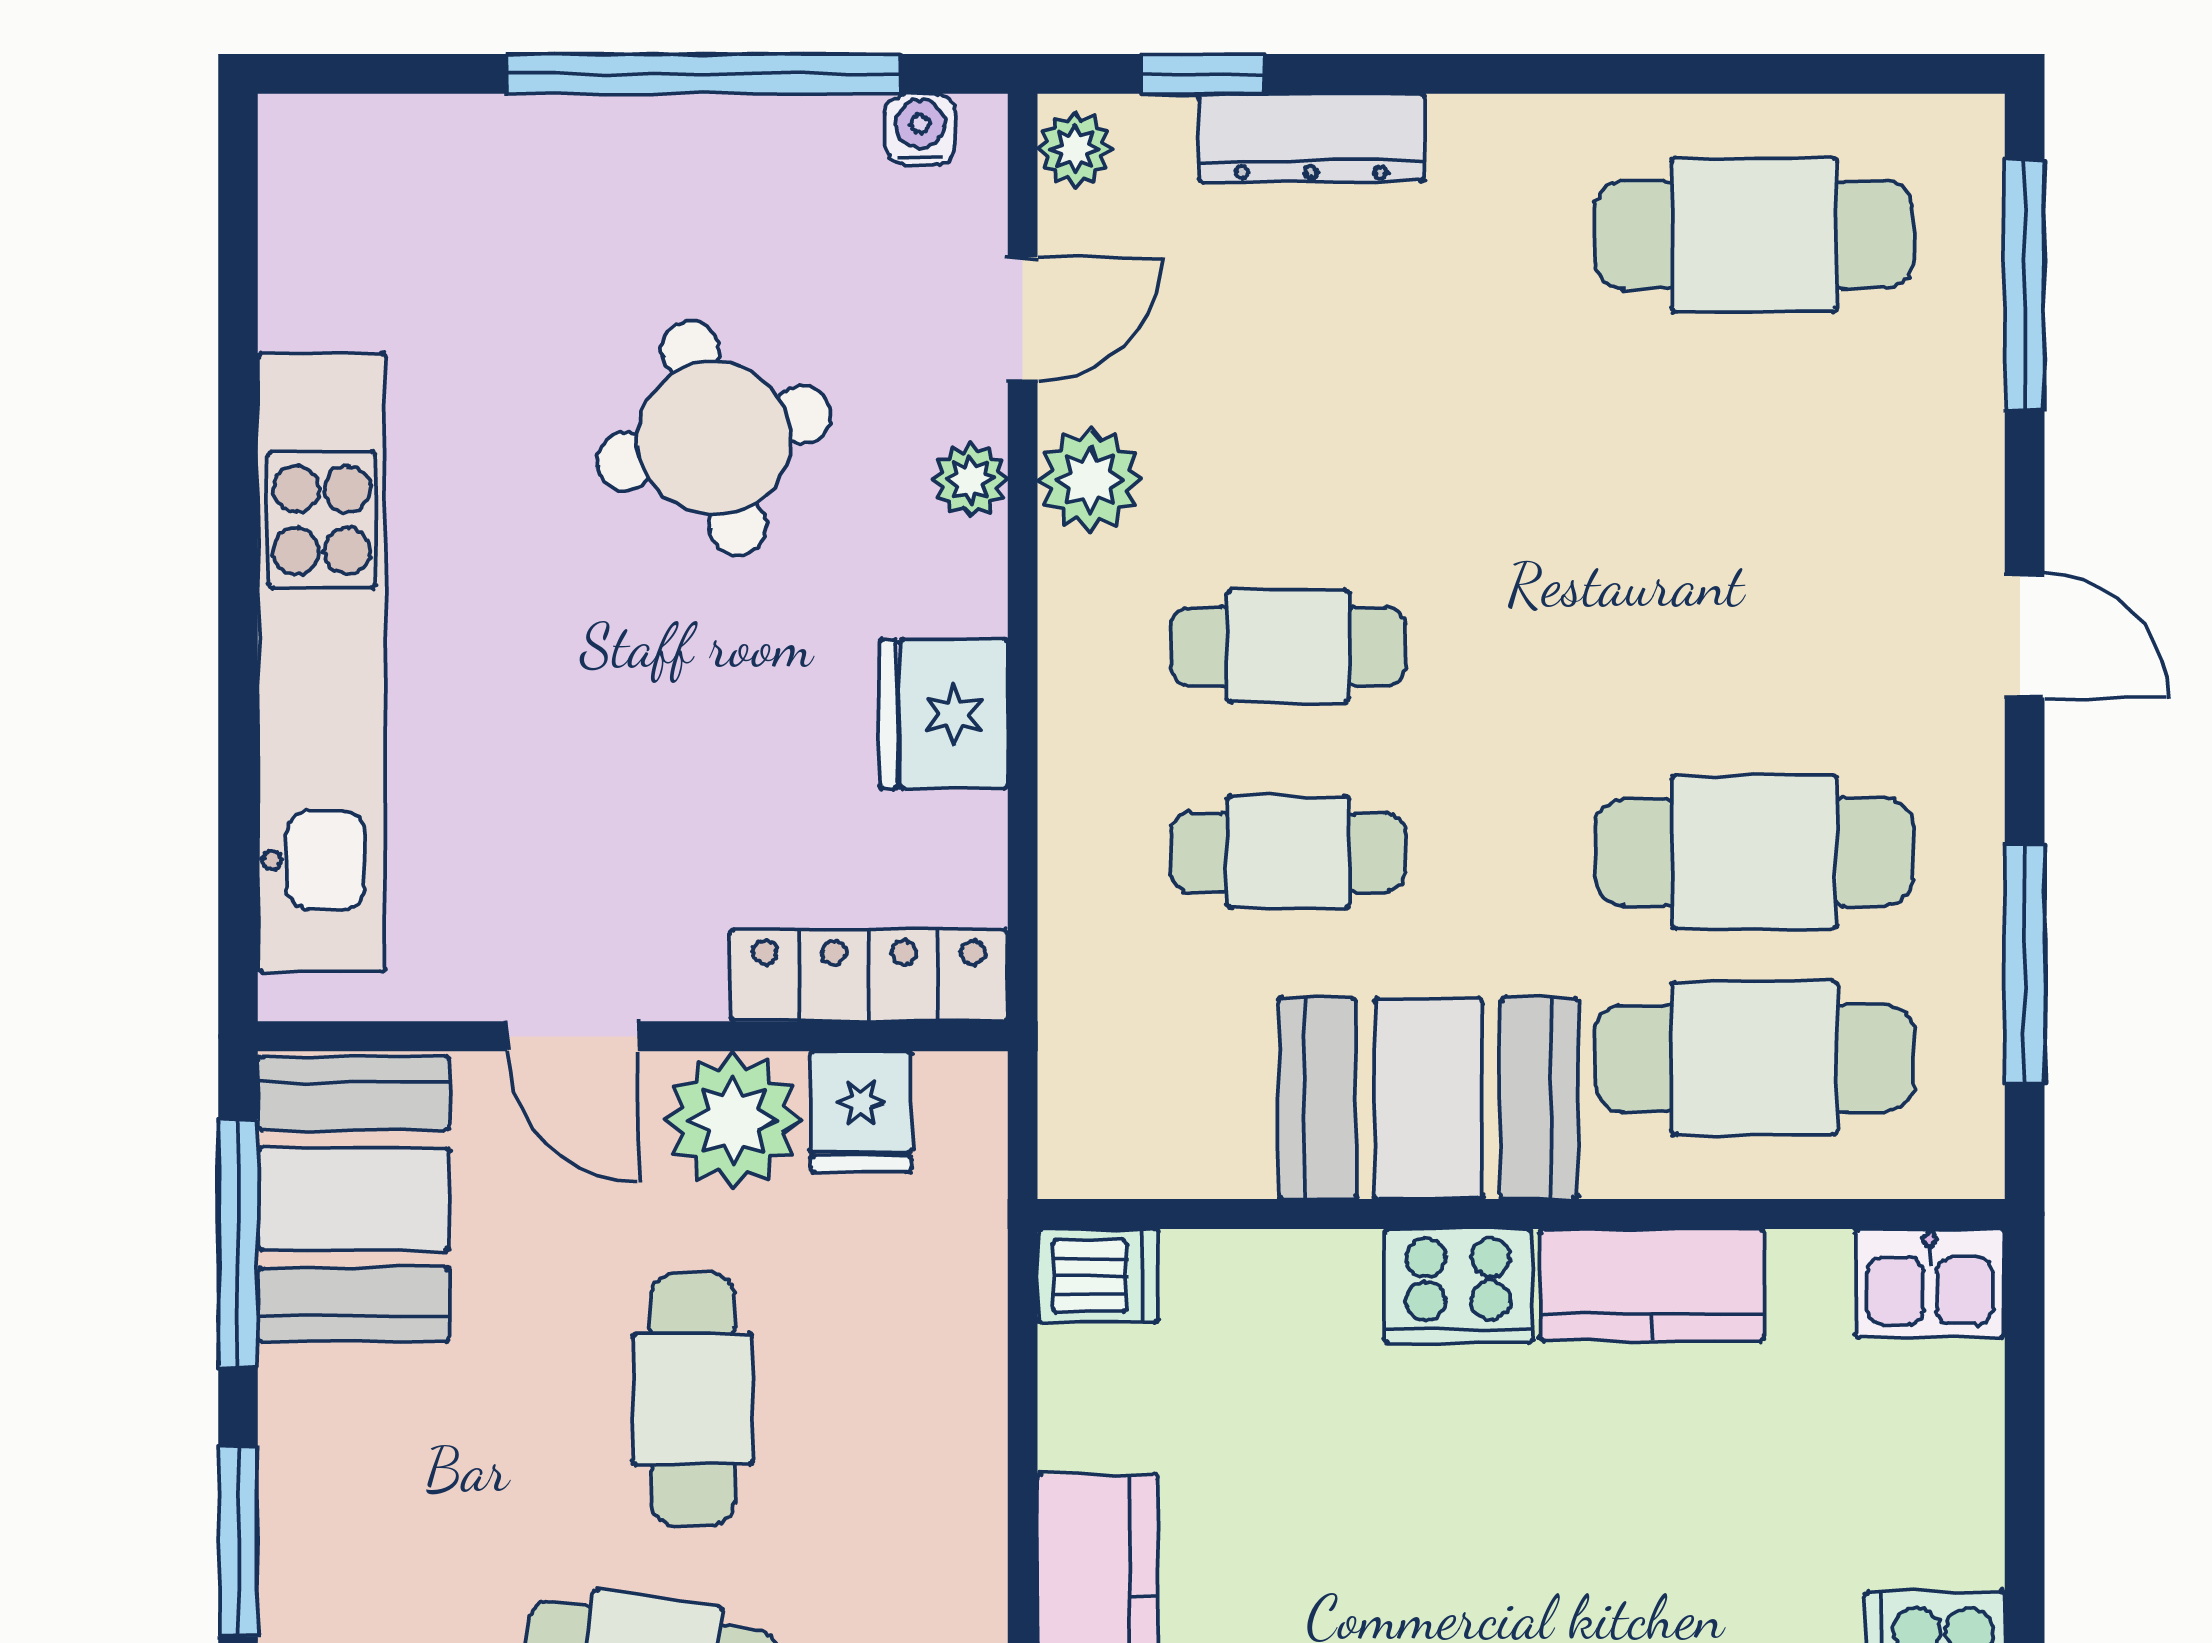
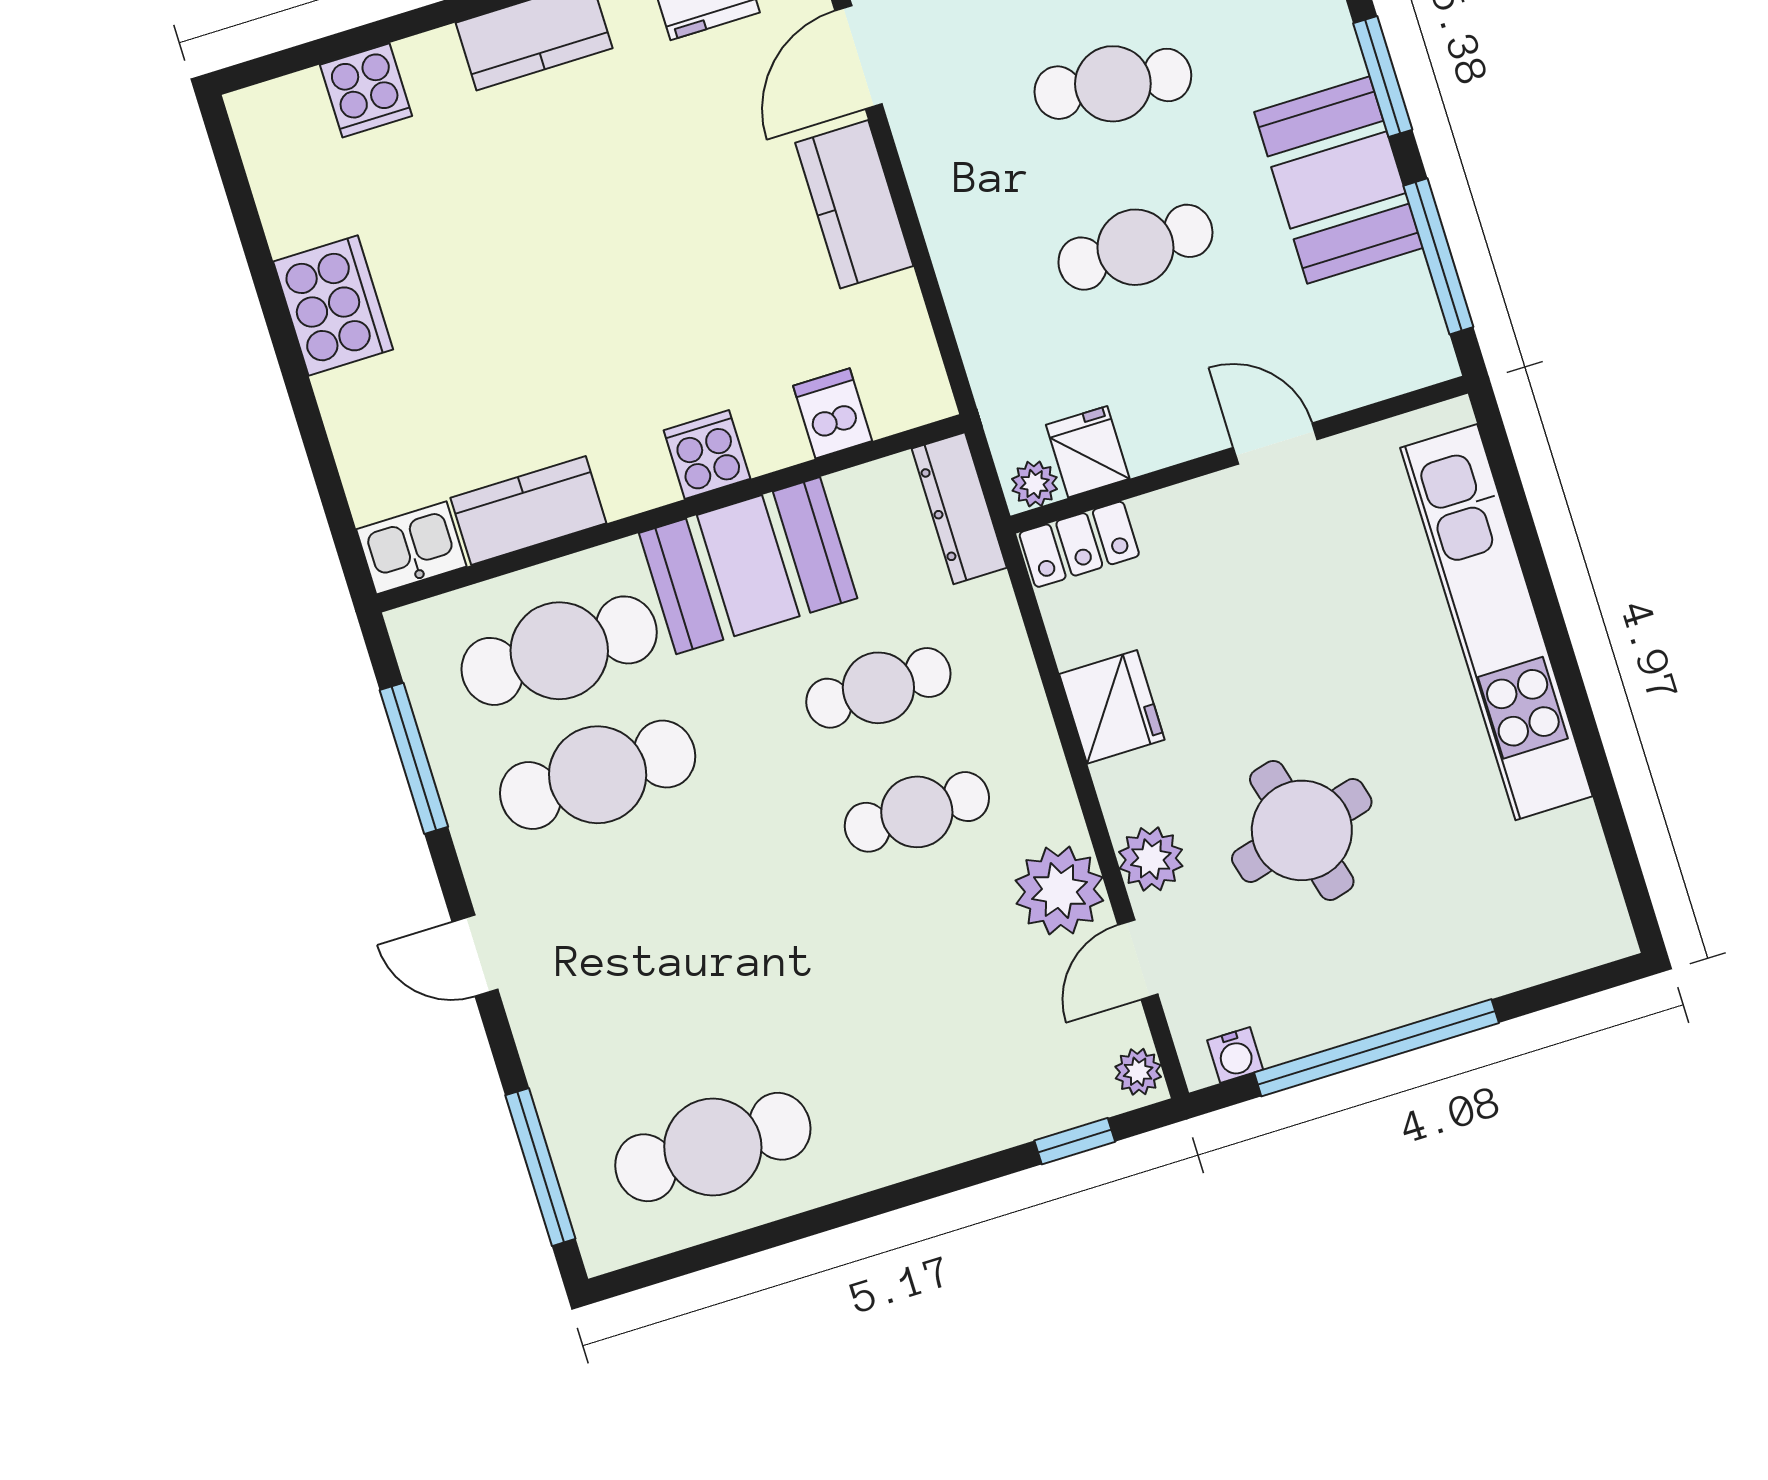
dresser: (1311, 138) -> (959, 508), moved, turned -90
plant: (970, 480) -> (1151, 859), width x1.38, depth x1.38
plant: (1090, 480) -> (1059, 891), width x1.36, depth x1.36
locker: (869, 975) -> (1079, 544), width x0.66
plant: (733, 1120) -> (1035, 484), moved, width x0.53, depth x0.53
booth: (354, 1199) -> (1338, 180), moved
dishwasher: (1098, 1276) -> (833, 413), moved, turned 90
kitchen counter: (1652, 1285) -> (528, 511), moved
cooker: (1458, 1286) -> (707, 455), width x0.73
cafe table: (692, 1399) -> (1135, 247), turned 90

